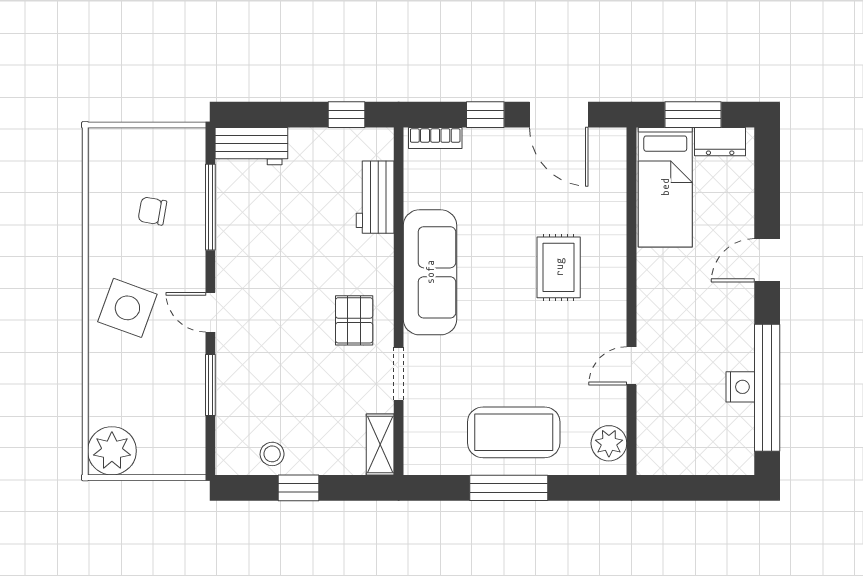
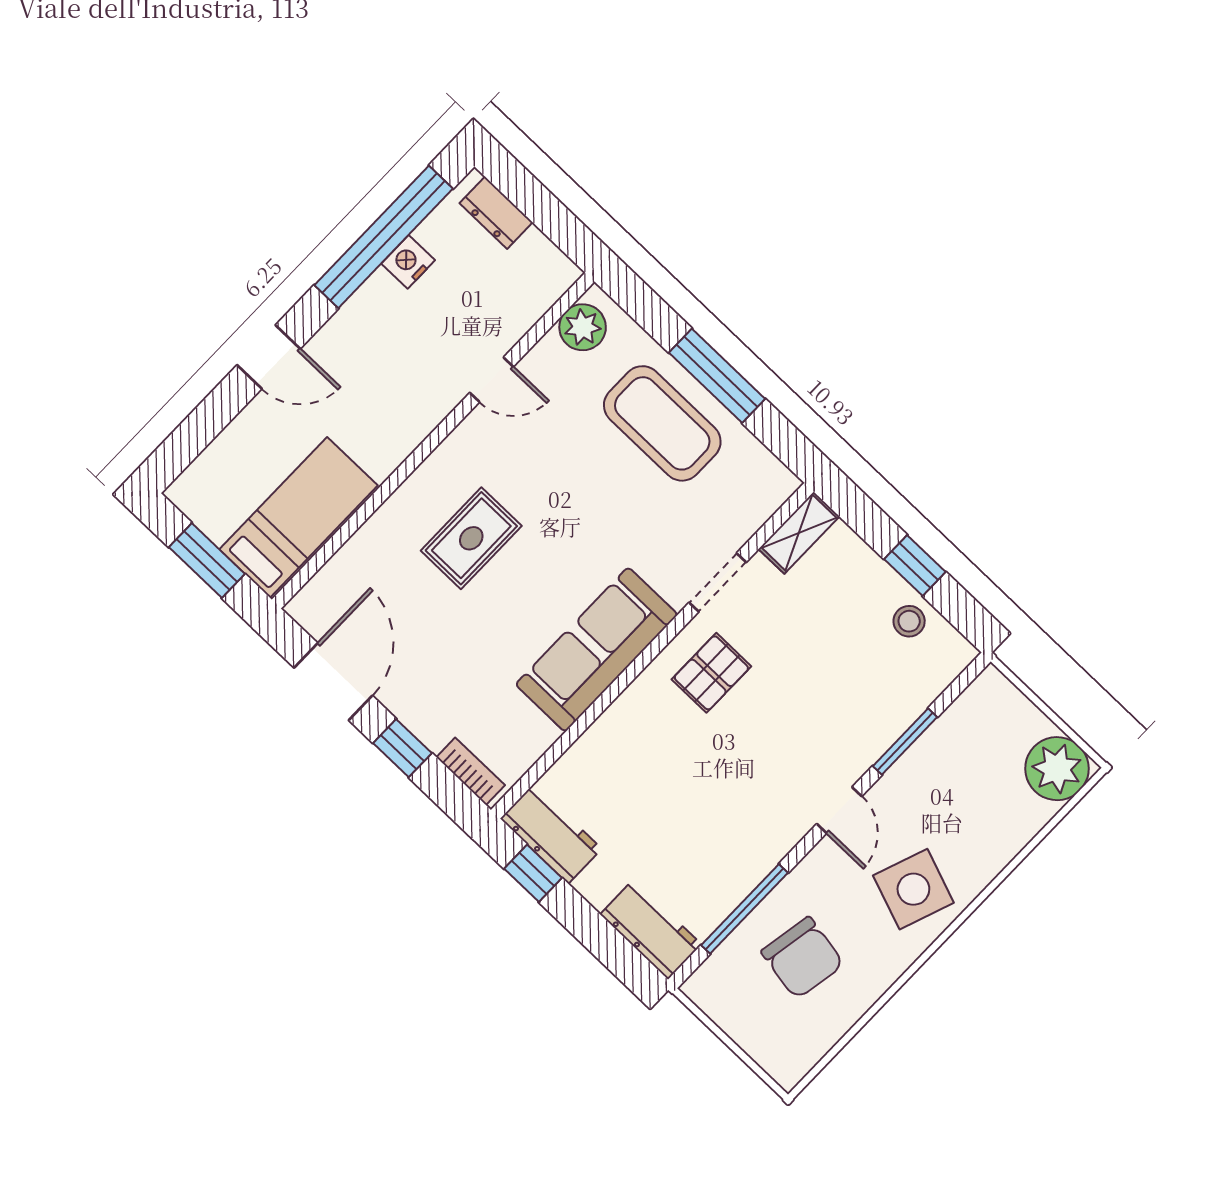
dresser: (720, 142) -> (496, 213), moved, turned 180
workbench: (375, 197) -> (551, 834), moved, turned -90
chair: (152, 211) -> (803, 958), width x1.87, depth x1.87

